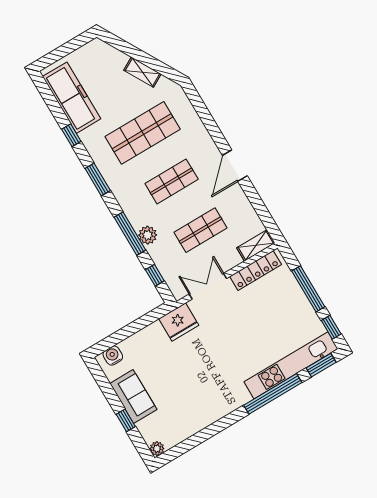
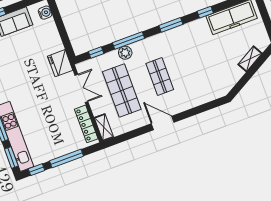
shelving: (142, 72) -> (250, 59), moved
shop shelf: (143, 133) -> (198, 62), removed
shop shelf: (201, 230) -> (122, 91), width x1.43, depth x1.36

